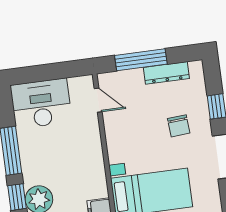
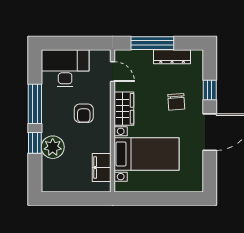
wardrobe: (117, 142) -> (124, 109), added
armchair: (70, 154) -> (84, 113), added

